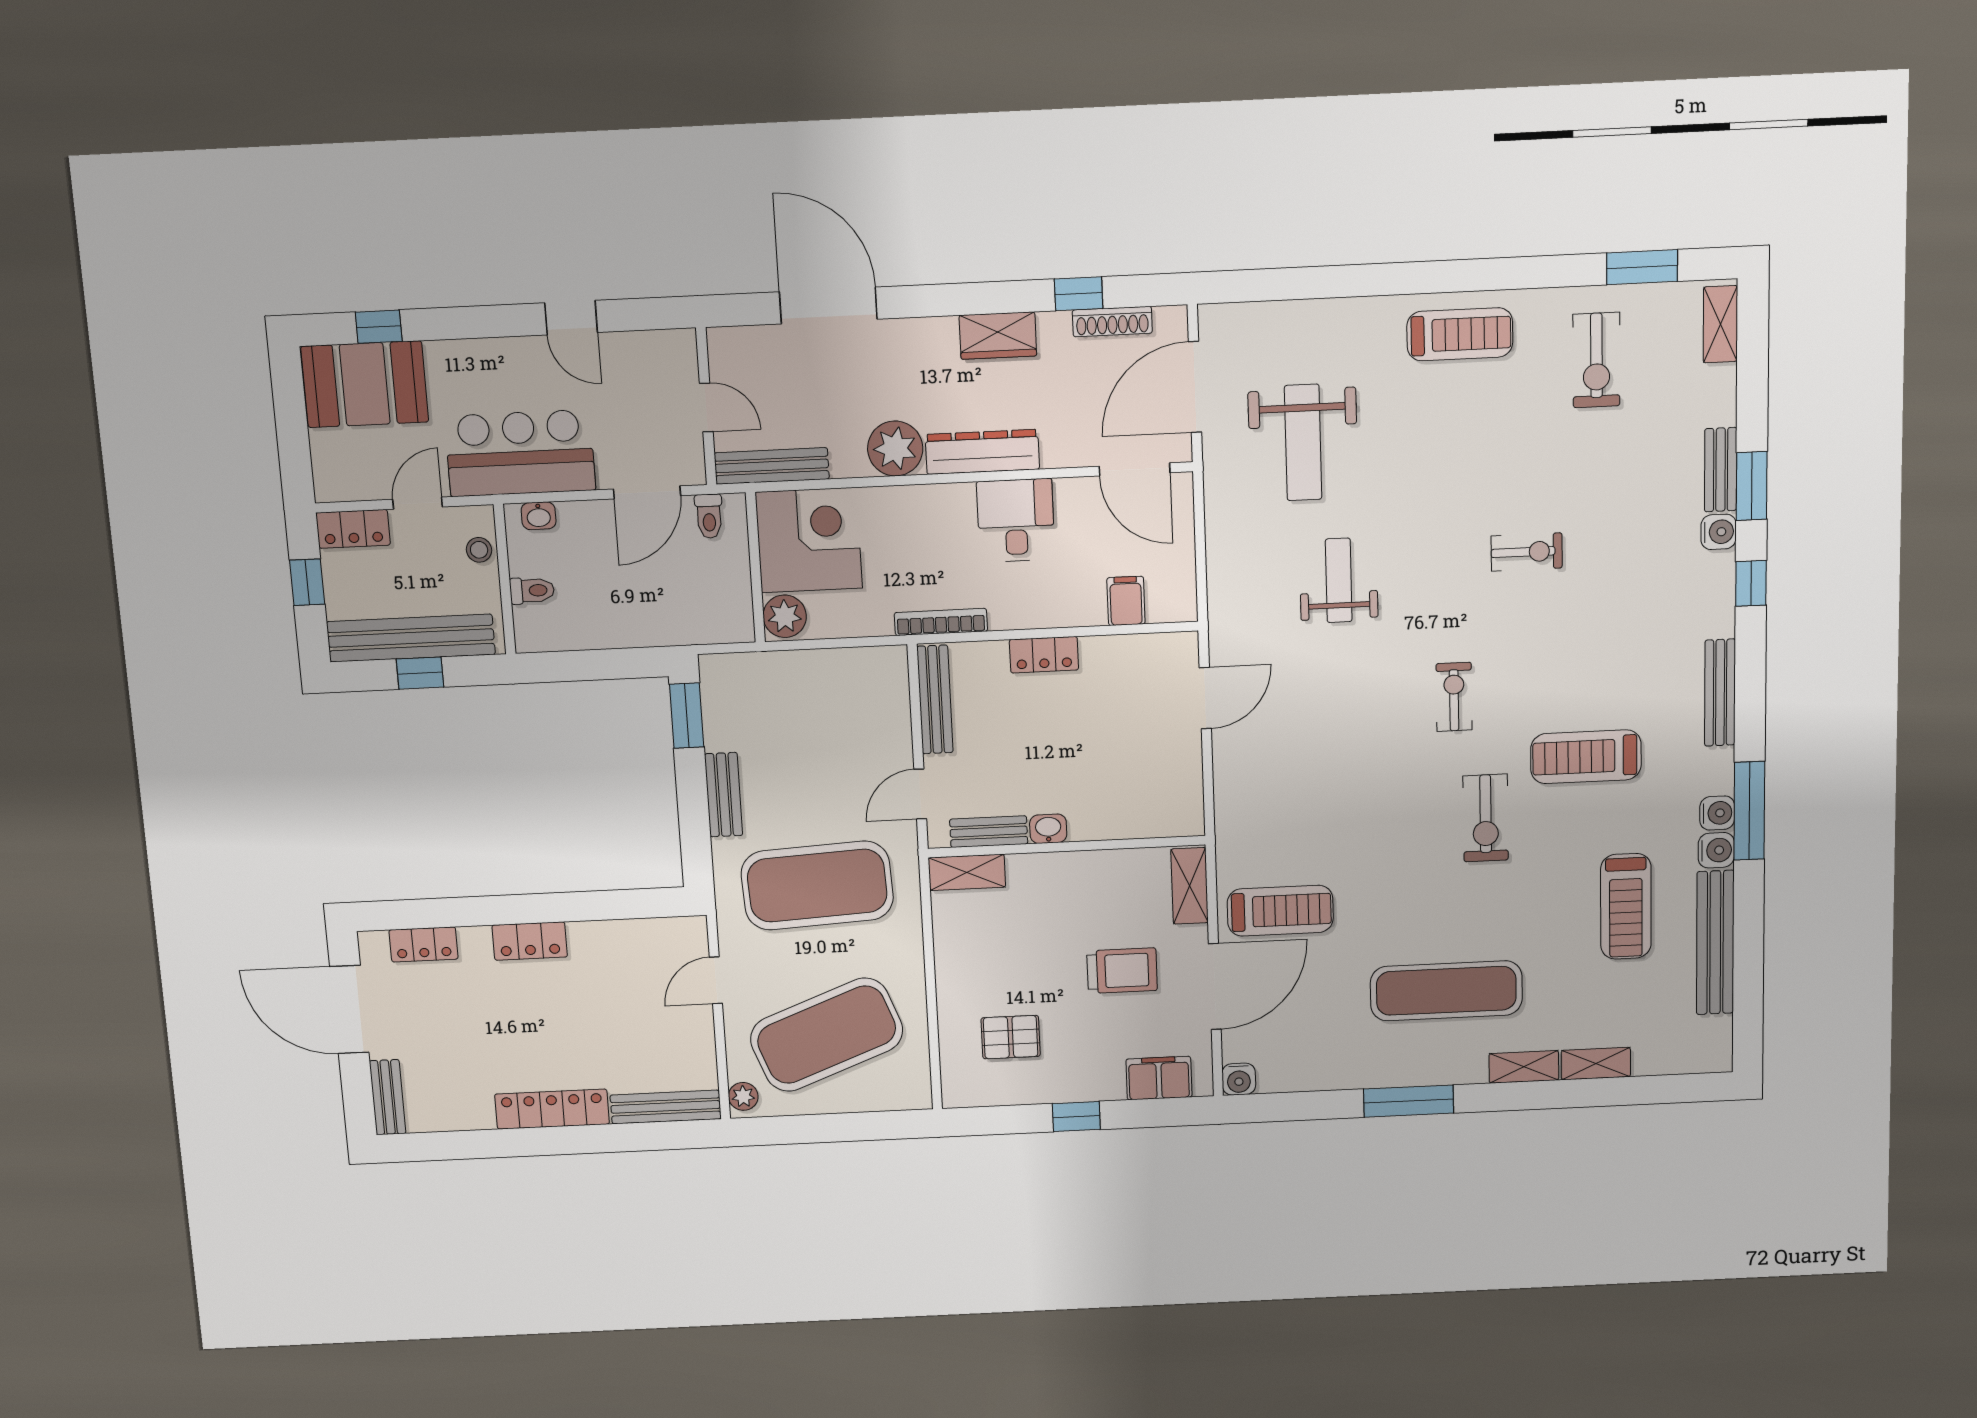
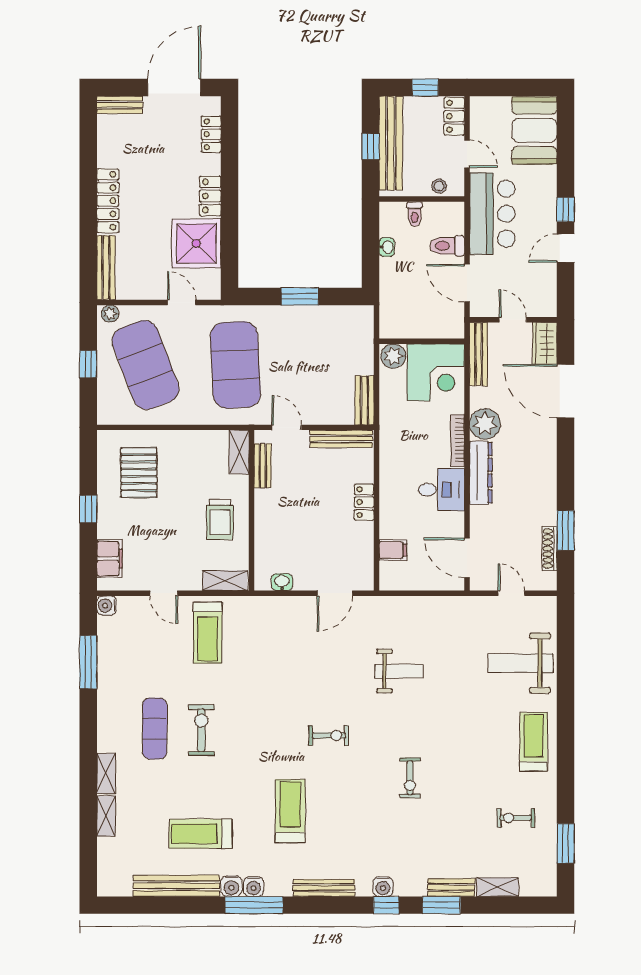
window: (1079, 294) -> (566, 530), width x1.50
door: (828, 306) -> (566, 391), swing flipped
shelving: (1720, 324) -> (498, 887), moved
window: (379, 327) -> (566, 209), moved
treadmill: (1460, 334) -> (534, 742), turned 180
wardrobe: (998, 336) -> (545, 343), moved
exercise bike: (1596, 360) -> (516, 818), width x0.73, depth x0.72
door: (1195, 387) -> (511, 593), width x0.53
door: (706, 407) -> (513, 320), swing flipped
weight bench: (1303, 443) -> (521, 663), moved
door: (1135, 469) -> (467, 558), hinge flipped
washbasin: (539, 516) -> (387, 247), moved, turned 180
toilet: (709, 516) -> (447, 246), moved, width x1.37, depth x1.39
water cooler: (1719, 532) -> (383, 887), moved
bookcase: (941, 622) -> (458, 441), moved, turned 180
door: (1205, 698) -> (335, 593), hinge flipped
window: (687, 716) -> (300, 296), moved
bench: (724, 795) -> (365, 400), moved, turned 90
exercise bike: (1486, 818) -> (201, 730), moved, turned 90
washbasin: (1048, 829) -> (282, 582), moved, turned -90
shower: (613, 960) -> (196, 243), added
trolley: (1122, 971) -> (220, 519), moved
door: (1215, 987) -> (164, 593), width x0.53
exercise mat: (1446, 991) -> (155, 728), width x0.73, depth x0.69
pallet: (1011, 1037) -> (139, 473), width x1.50, depth x1.42
window: (1409, 1101) -> (88, 662), moved
window: (831, 1128) -> (88, 364), added

